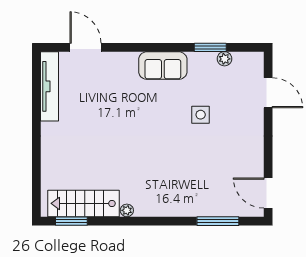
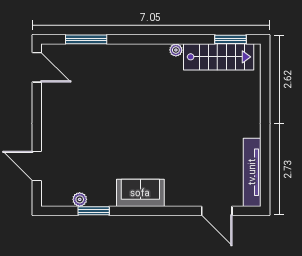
side table: (201, 115) -> (103, 144), removed

